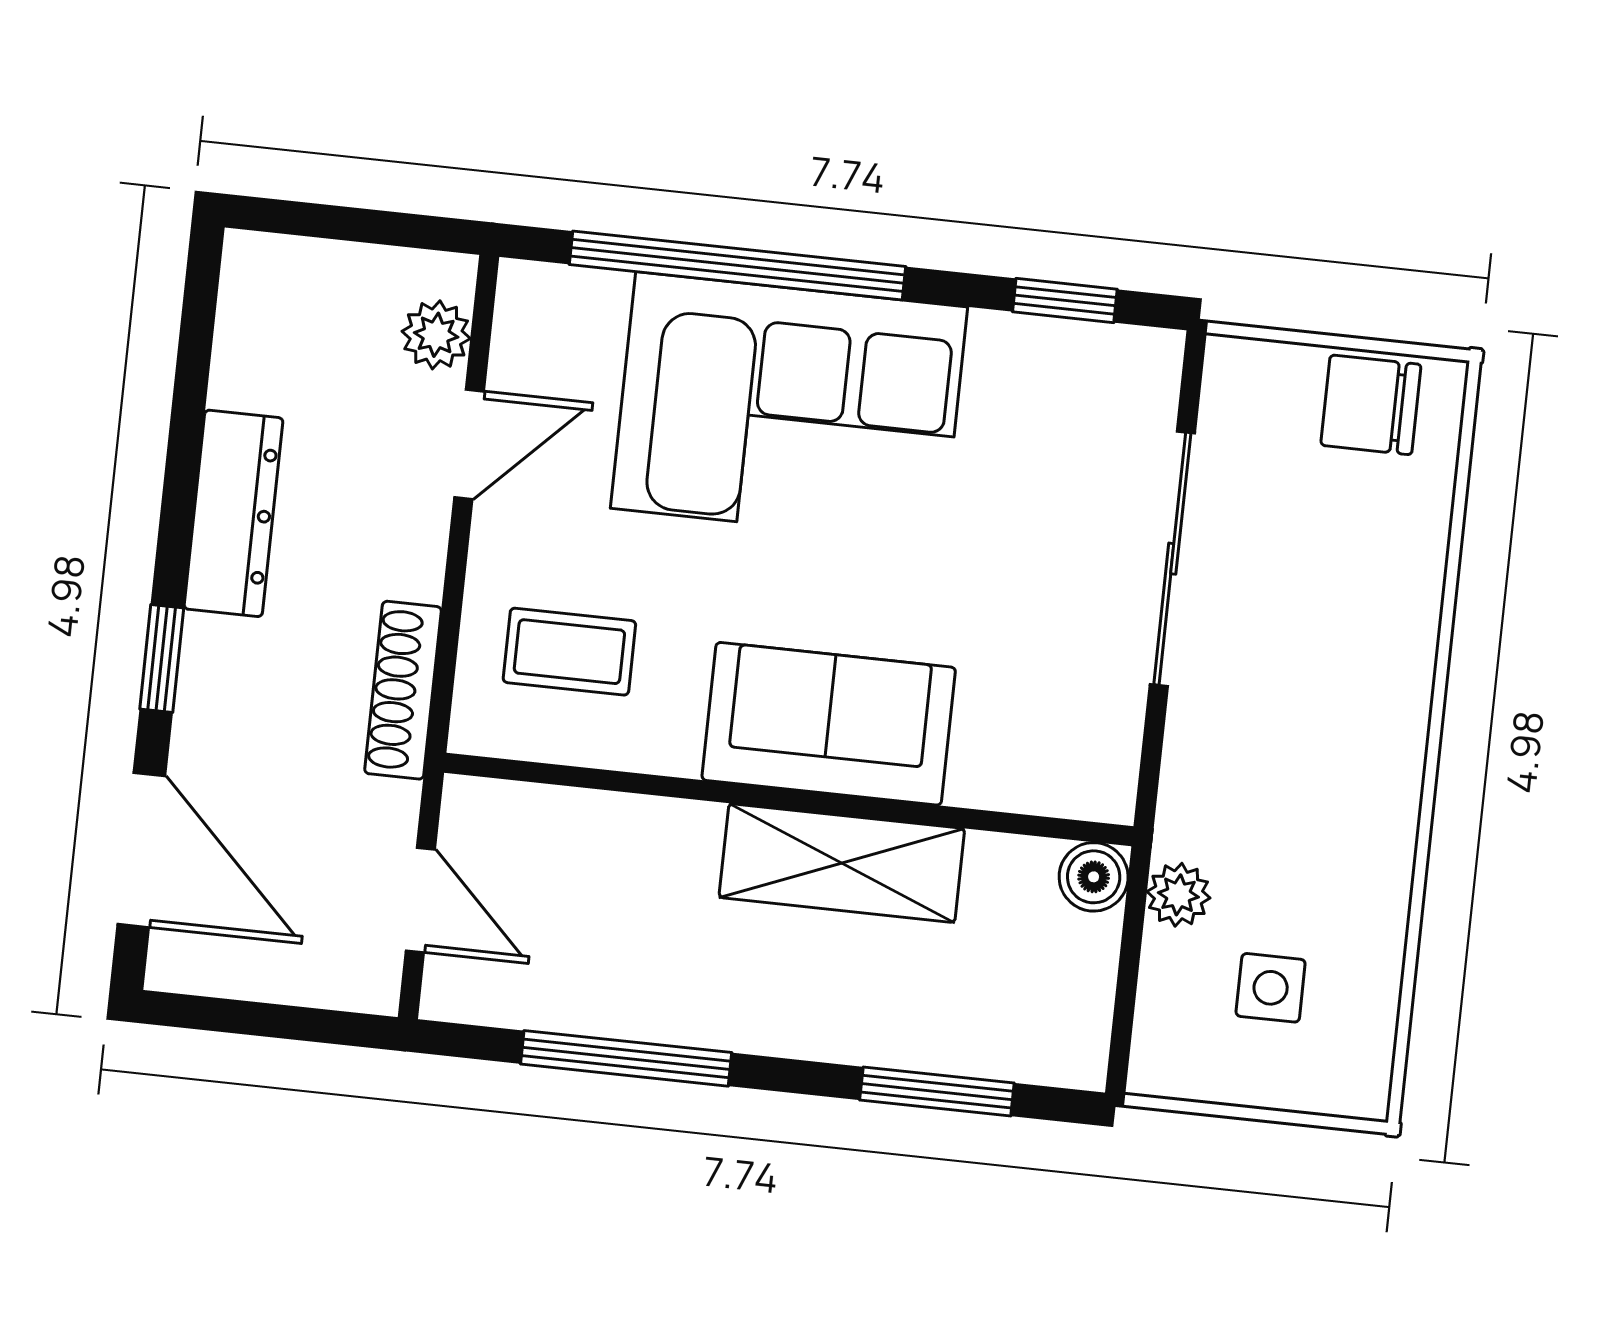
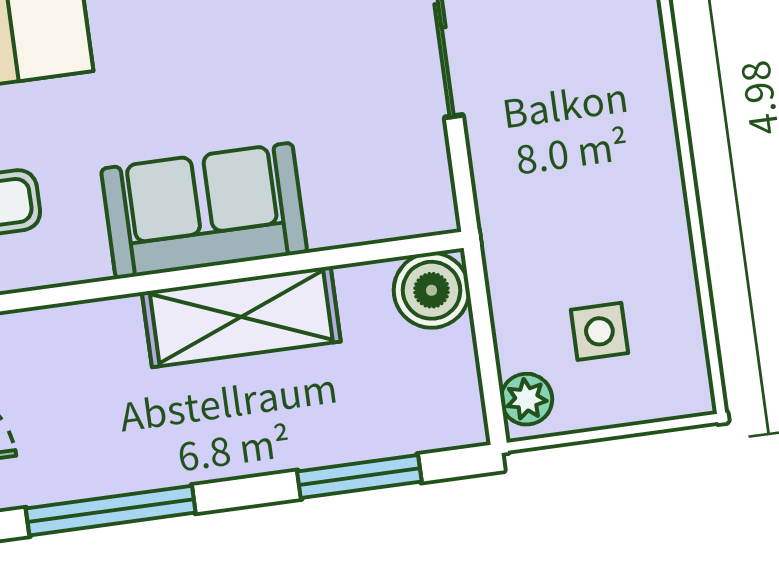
boiler: (1094, 877) -> (432, 290), width x1.36, depth x1.36
plant: (1178, 895) -> (527, 399), moved

